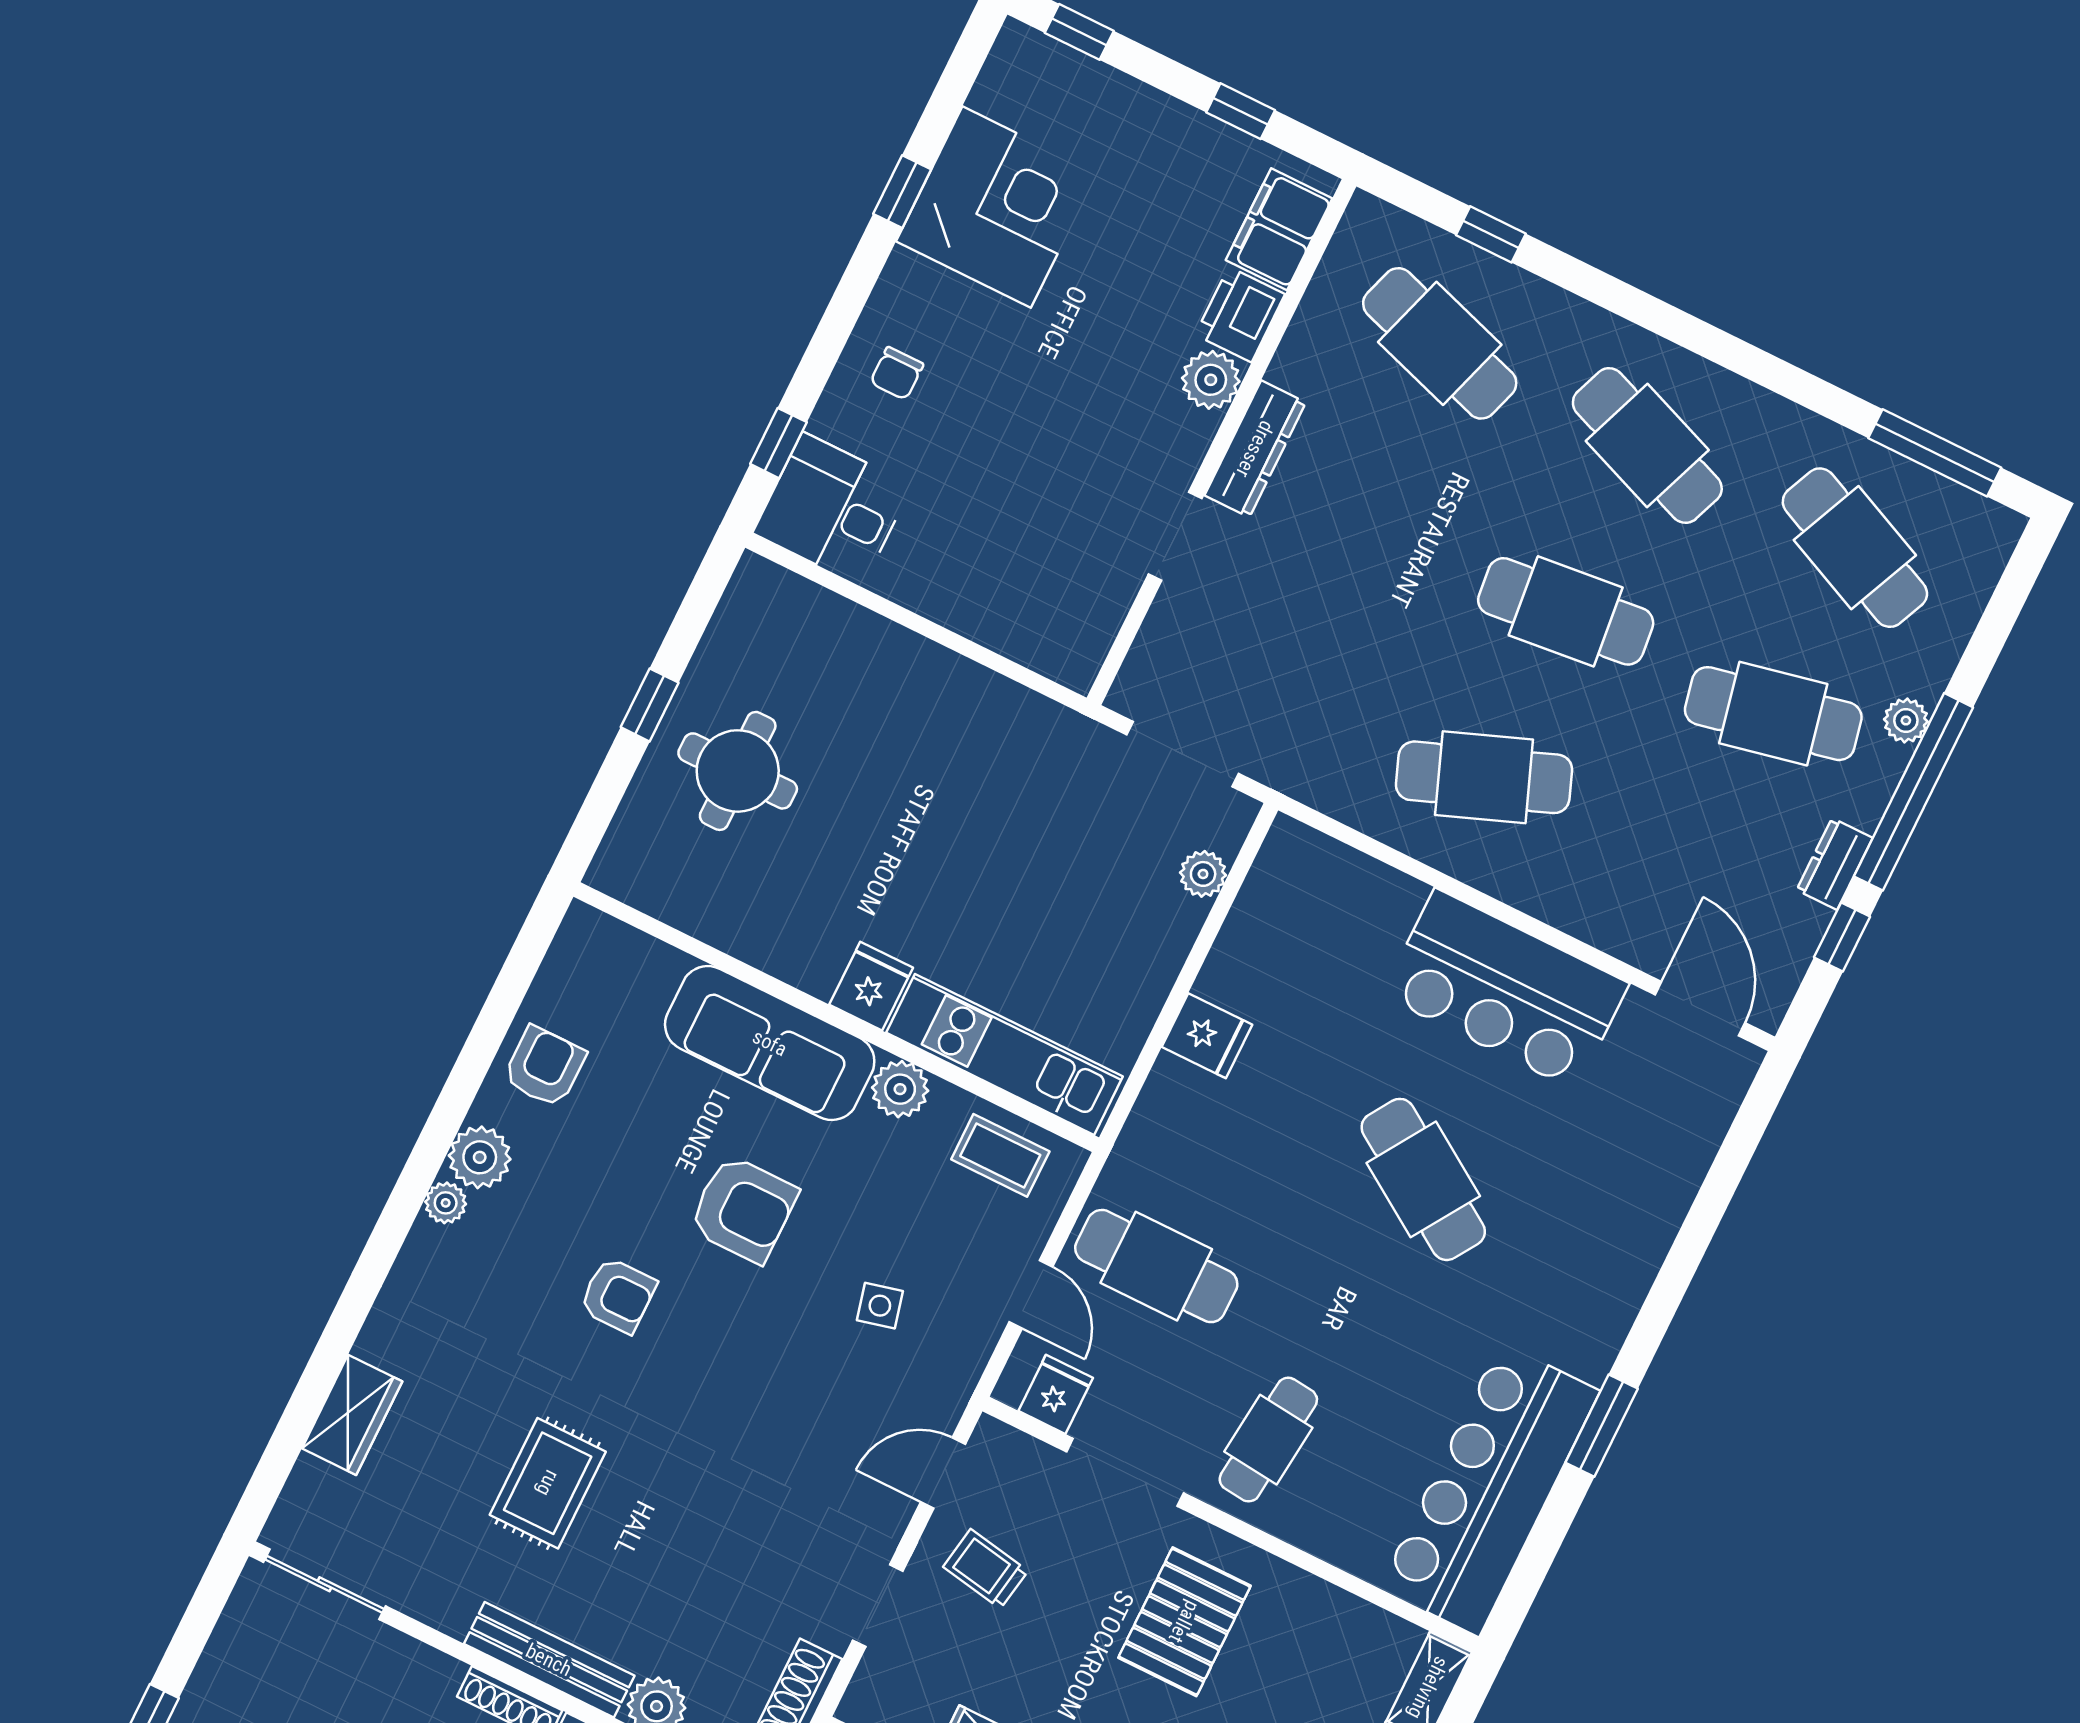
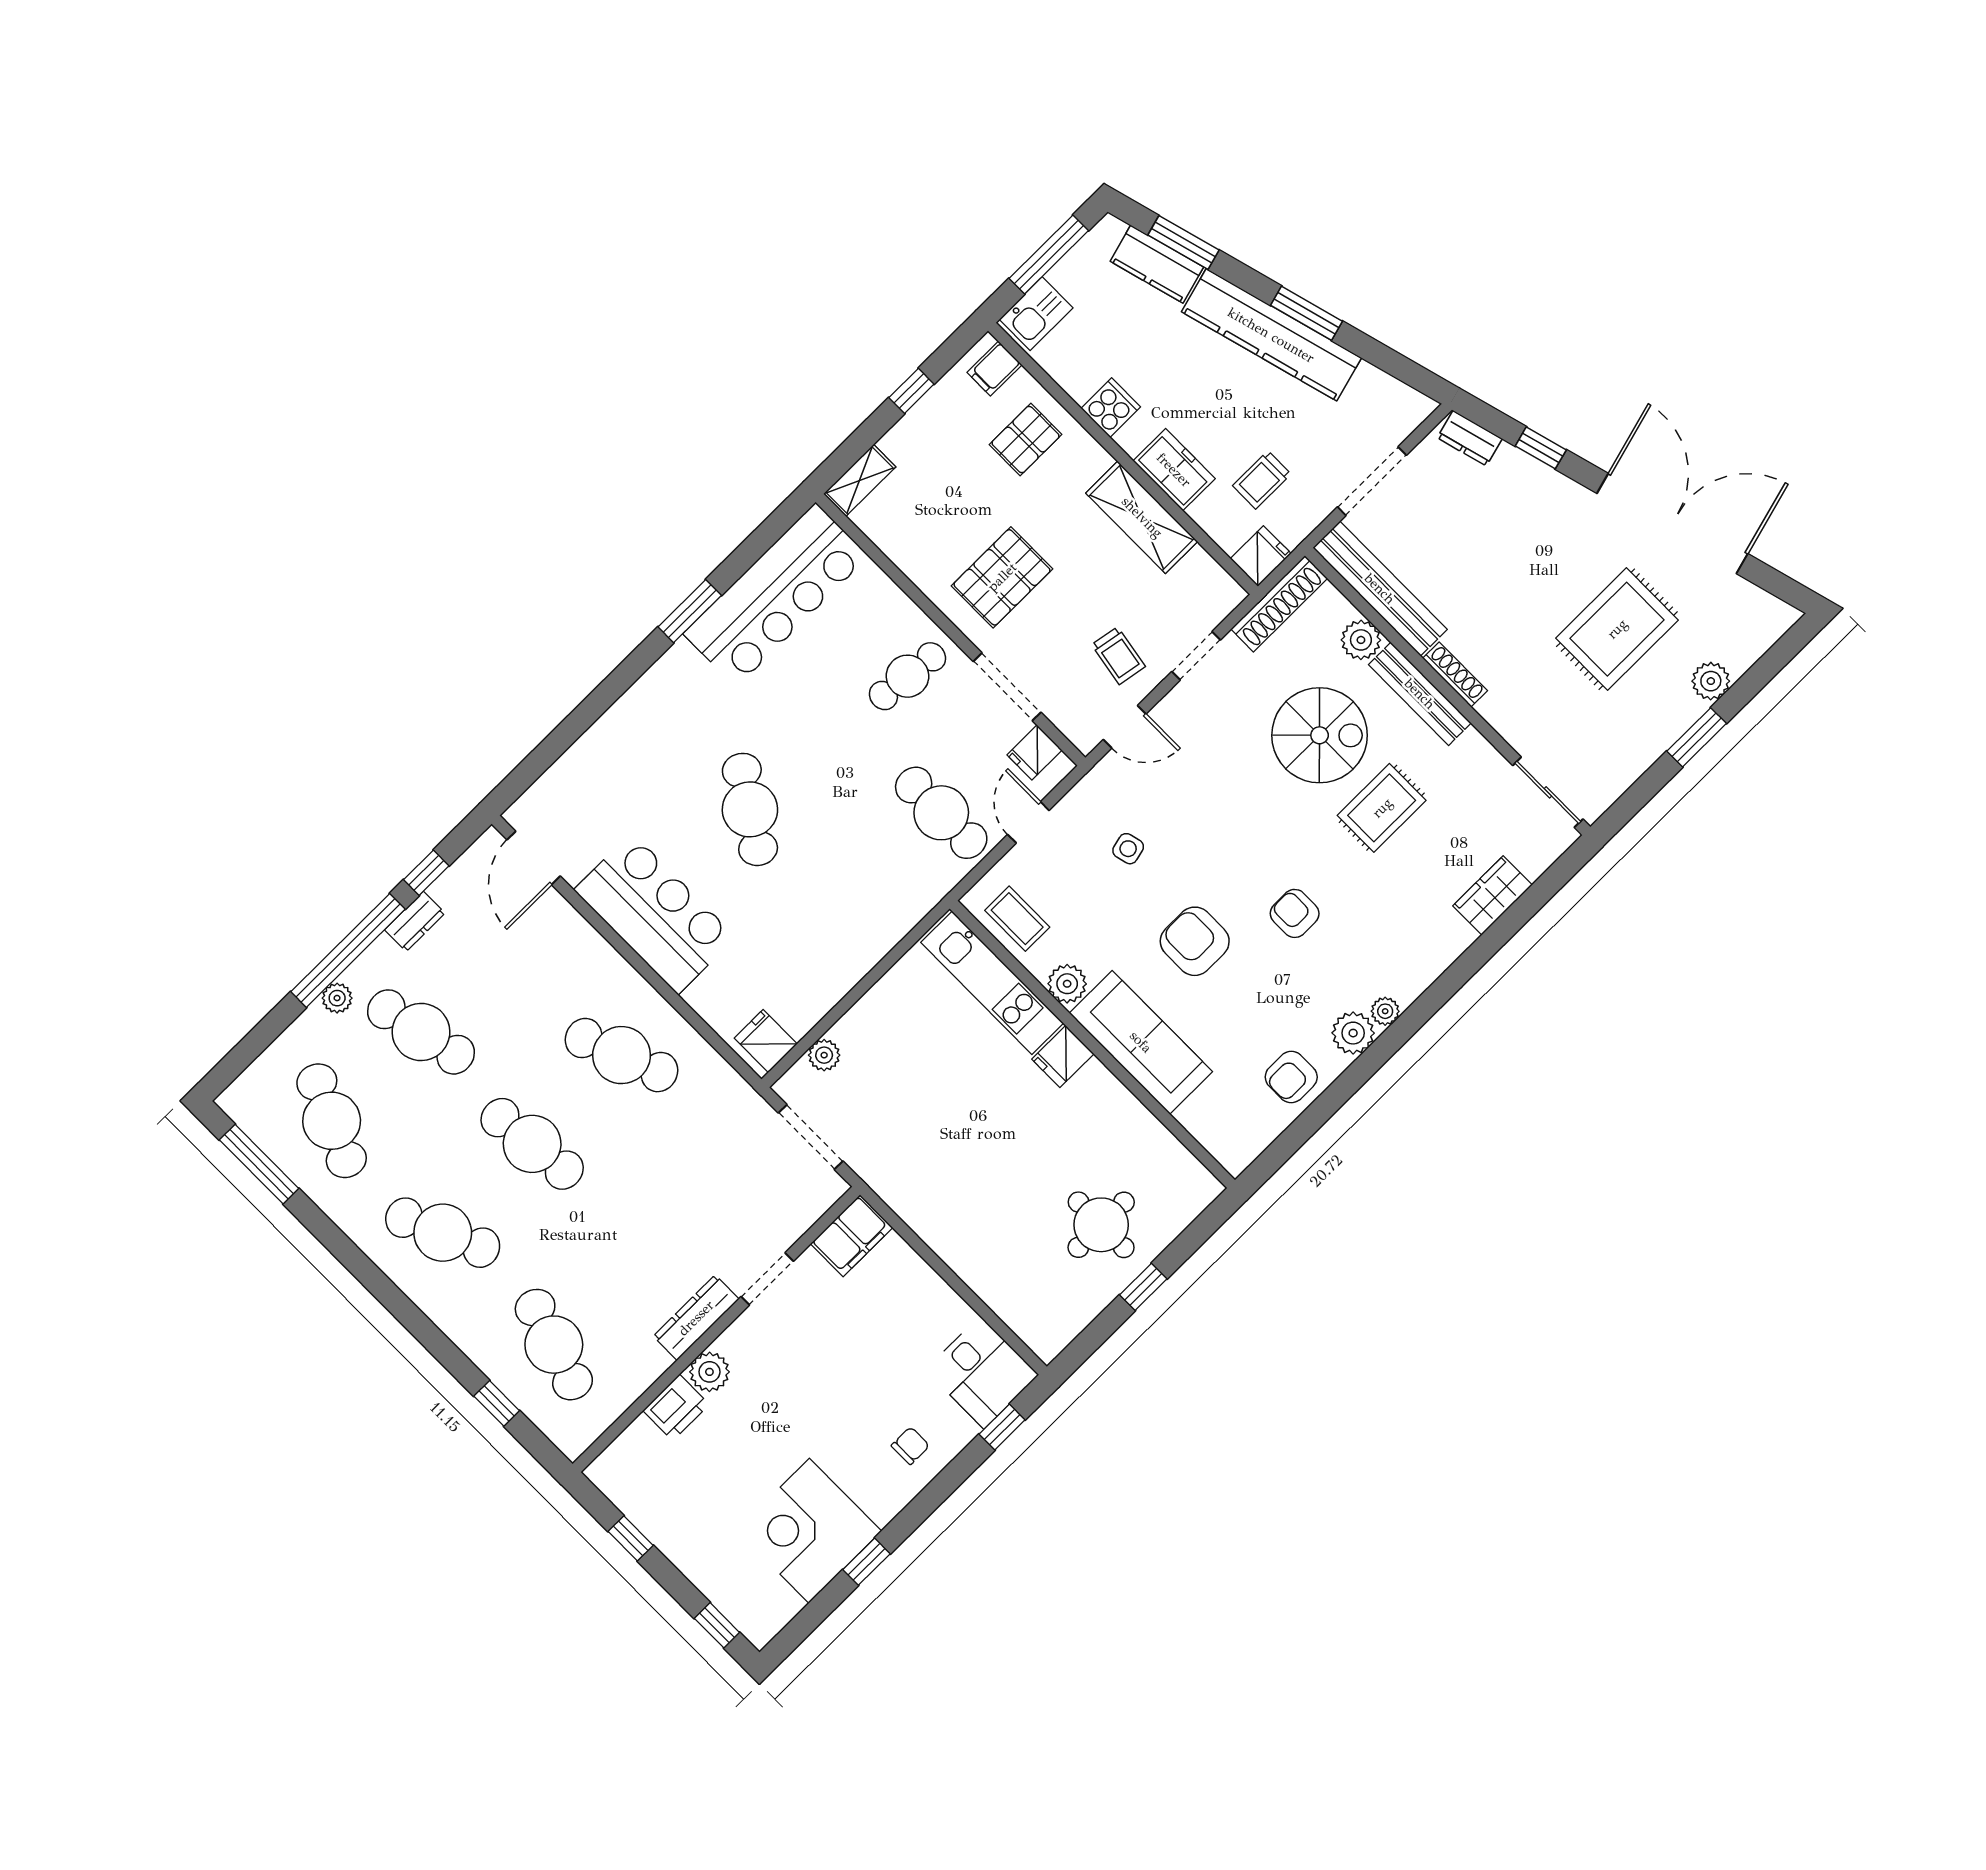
filing cabinet: (1279, 229) -> (852, 1236), moved
cafe table: (1647, 446) -> (443, 1233), turned -45
fridge: (1207, 1036) -> (766, 1041), moved
spiral stairs: (668, 1554) -> (1320, 735), added

